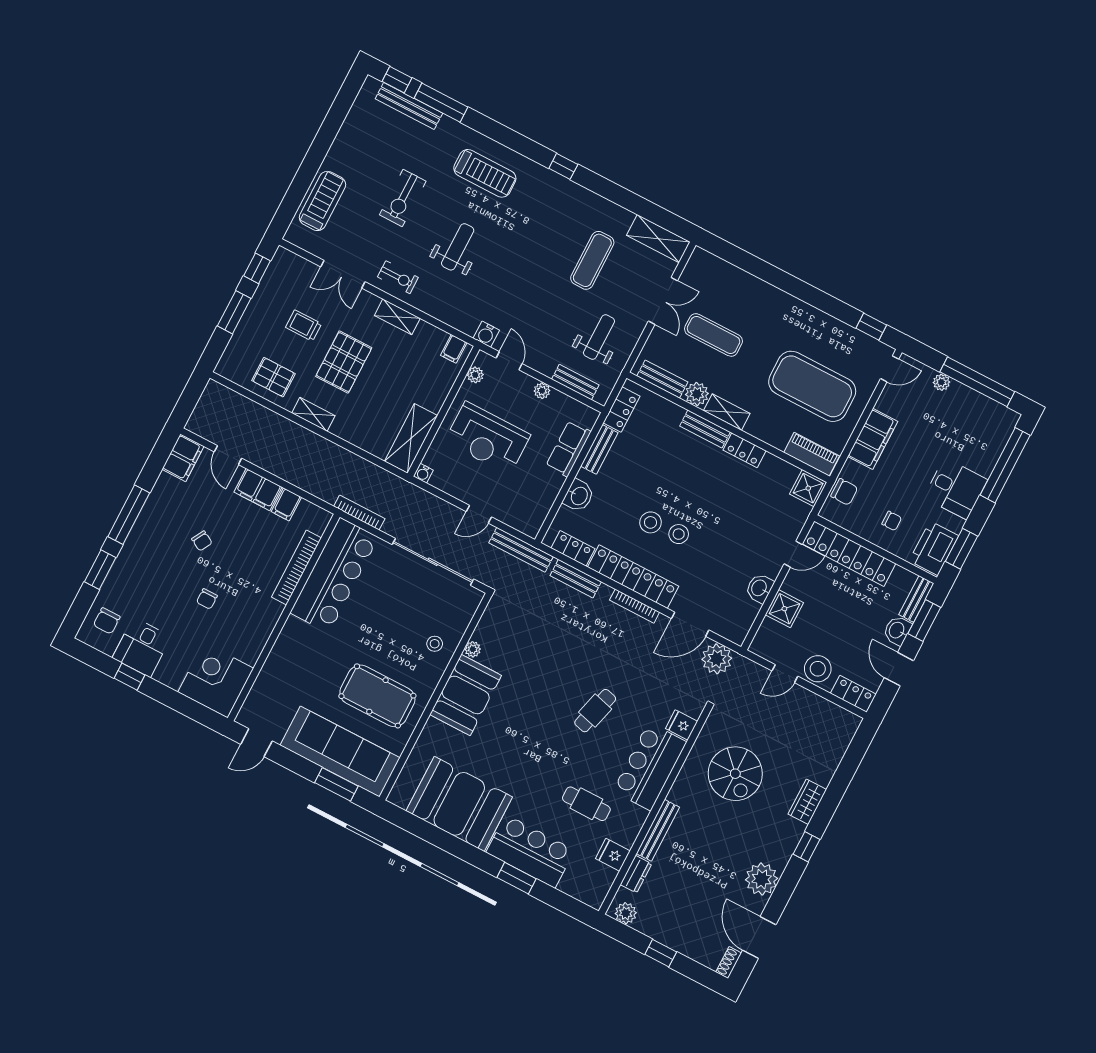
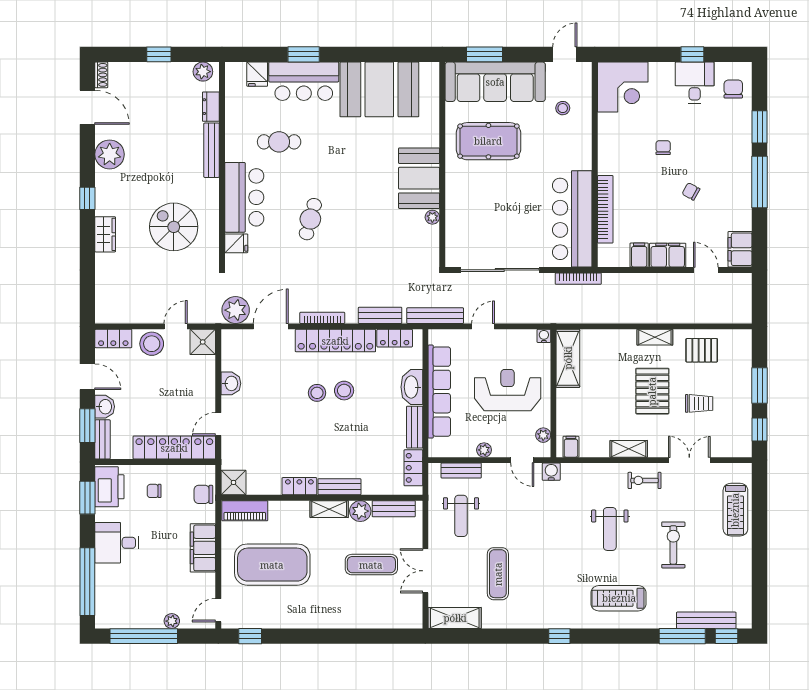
row of seats: (568, 449) -> (439, 392), width x2.02
washbasin: (579, 496) -> (412, 387), width x1.38
shower: (784, 609) -> (203, 342), moved
stool: (435, 644) -> (563, 108), moved
fridge: (613, 855) -> (257, 74), moved, turned 90

